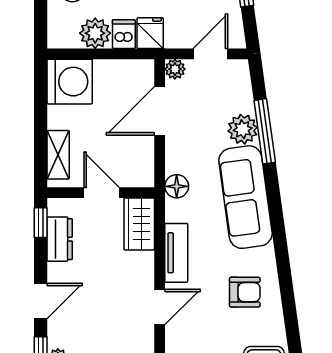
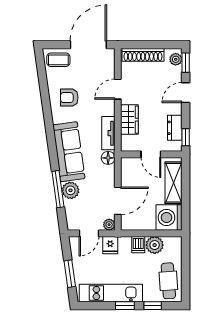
fridge: (150, 33) -> (110, 245), moved
shelving: (58, 155) -> (174, 183), width x1.50, depth x1.33
wardrobe: (139, 224) -> (129, 120), moved
tv unit: (176, 253) -> (108, 133), moved

